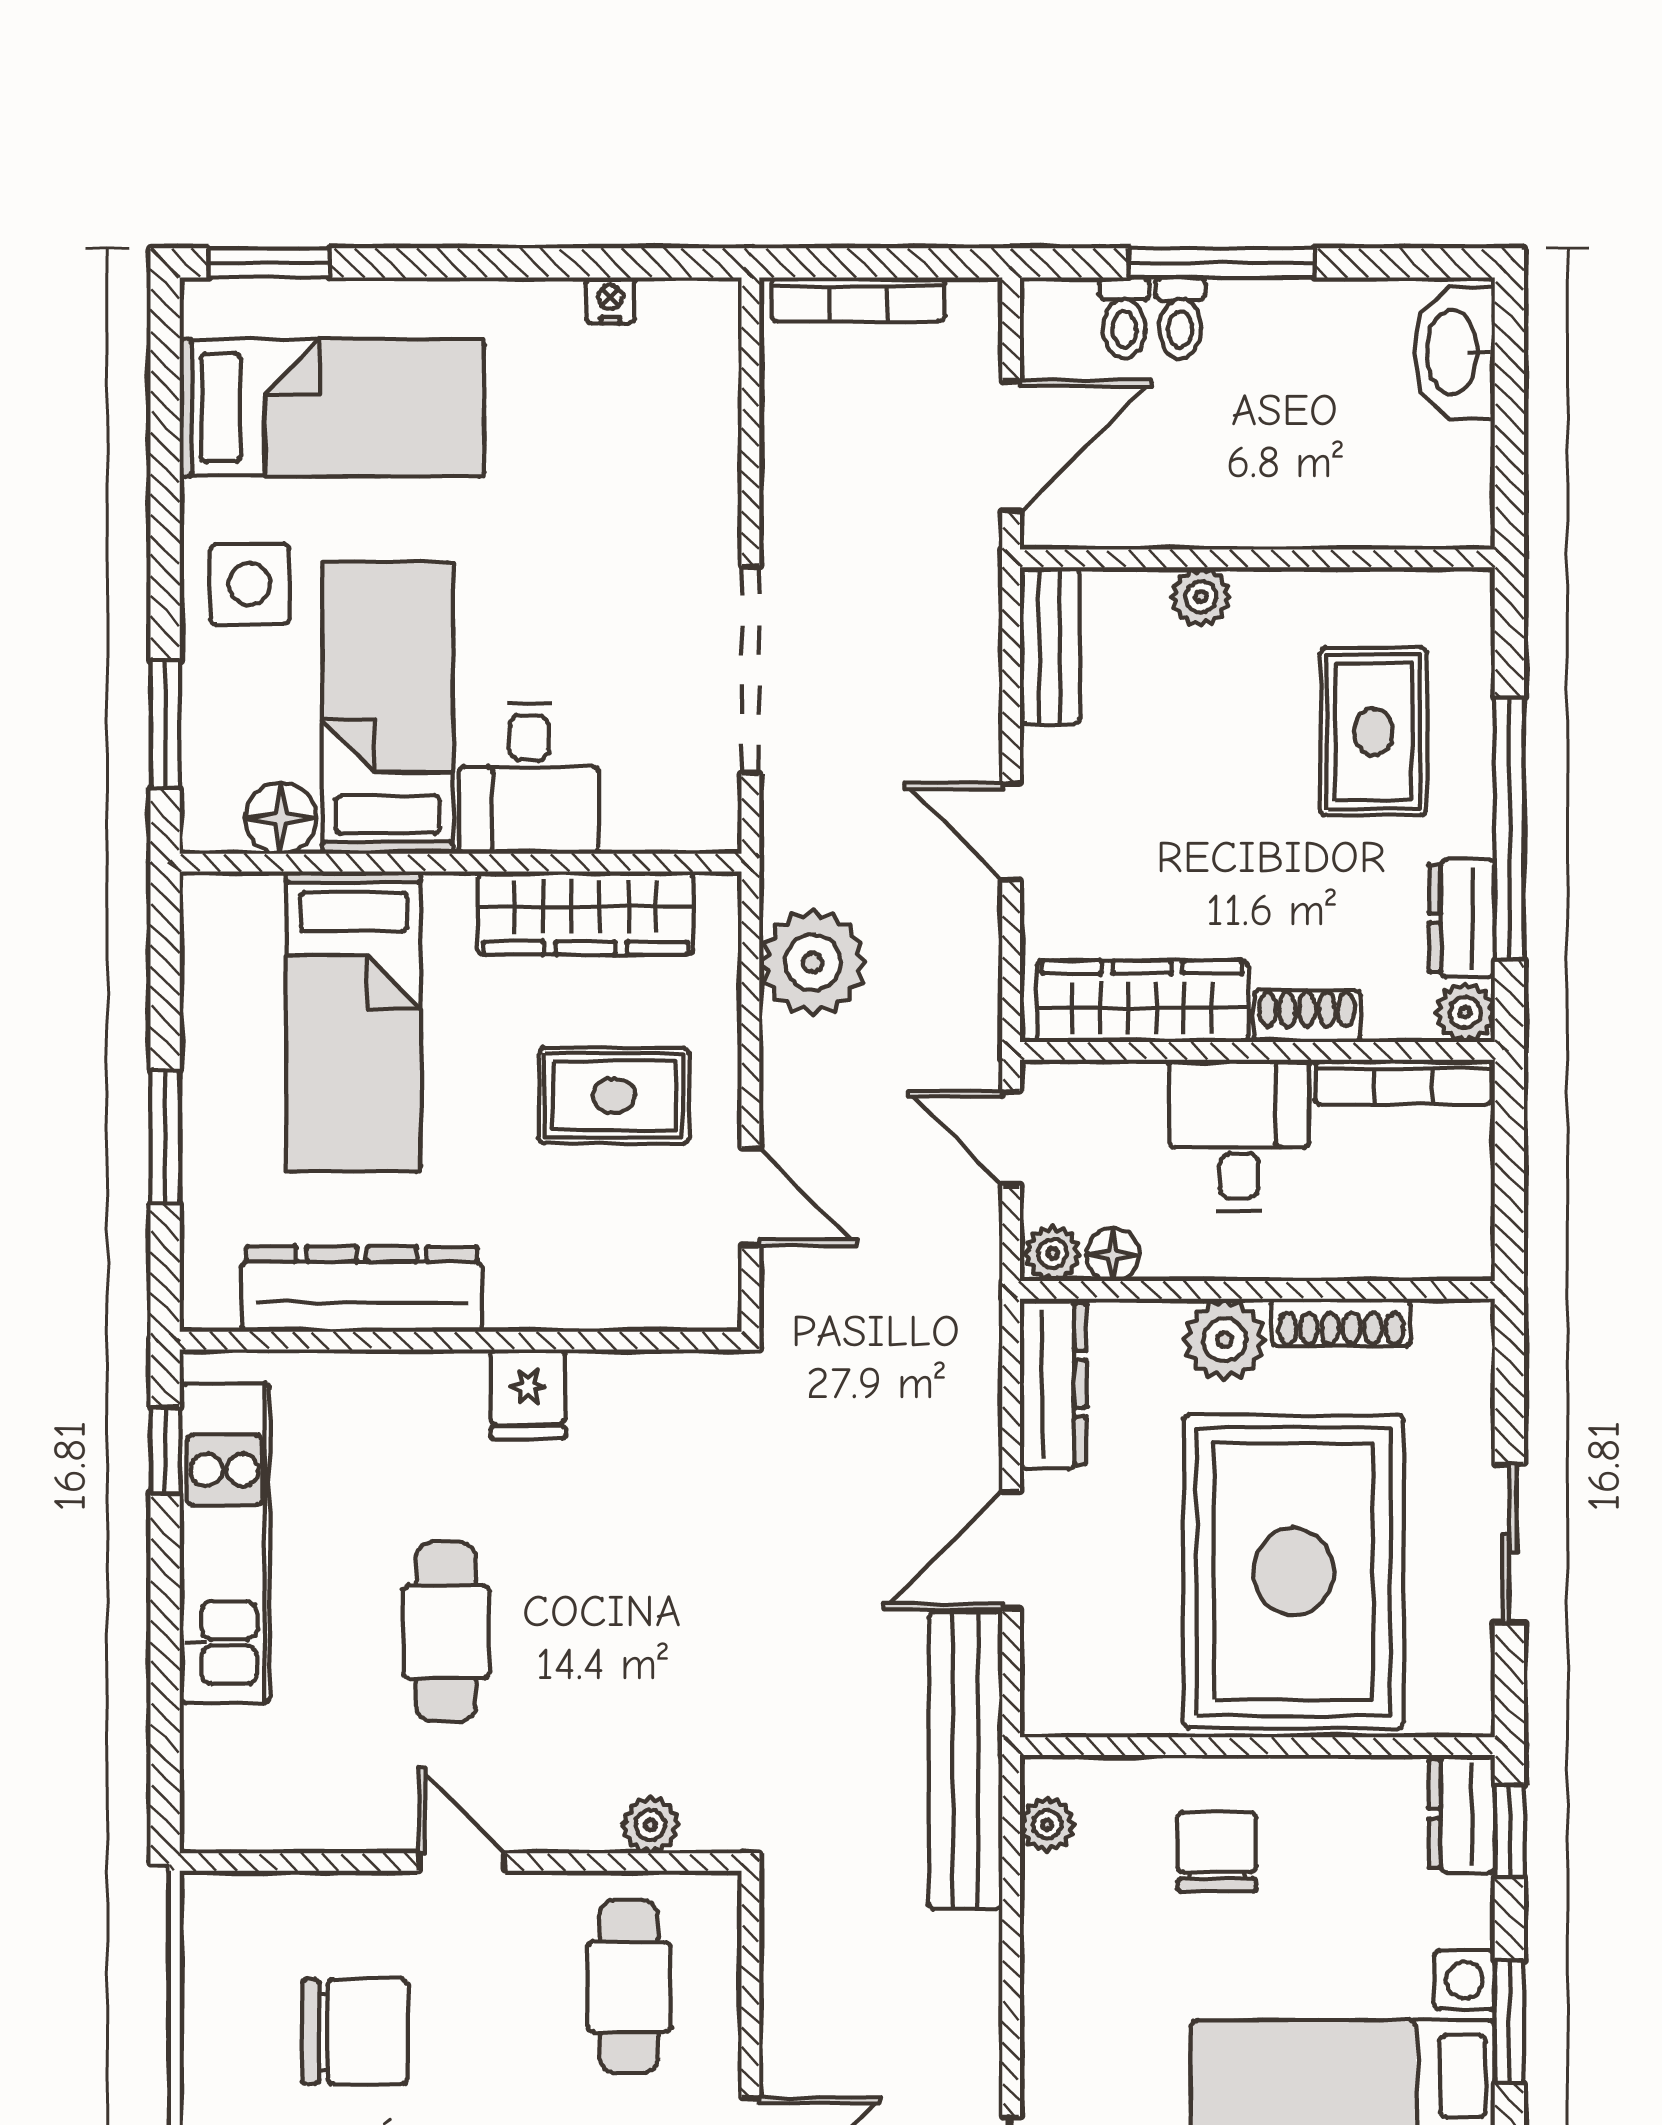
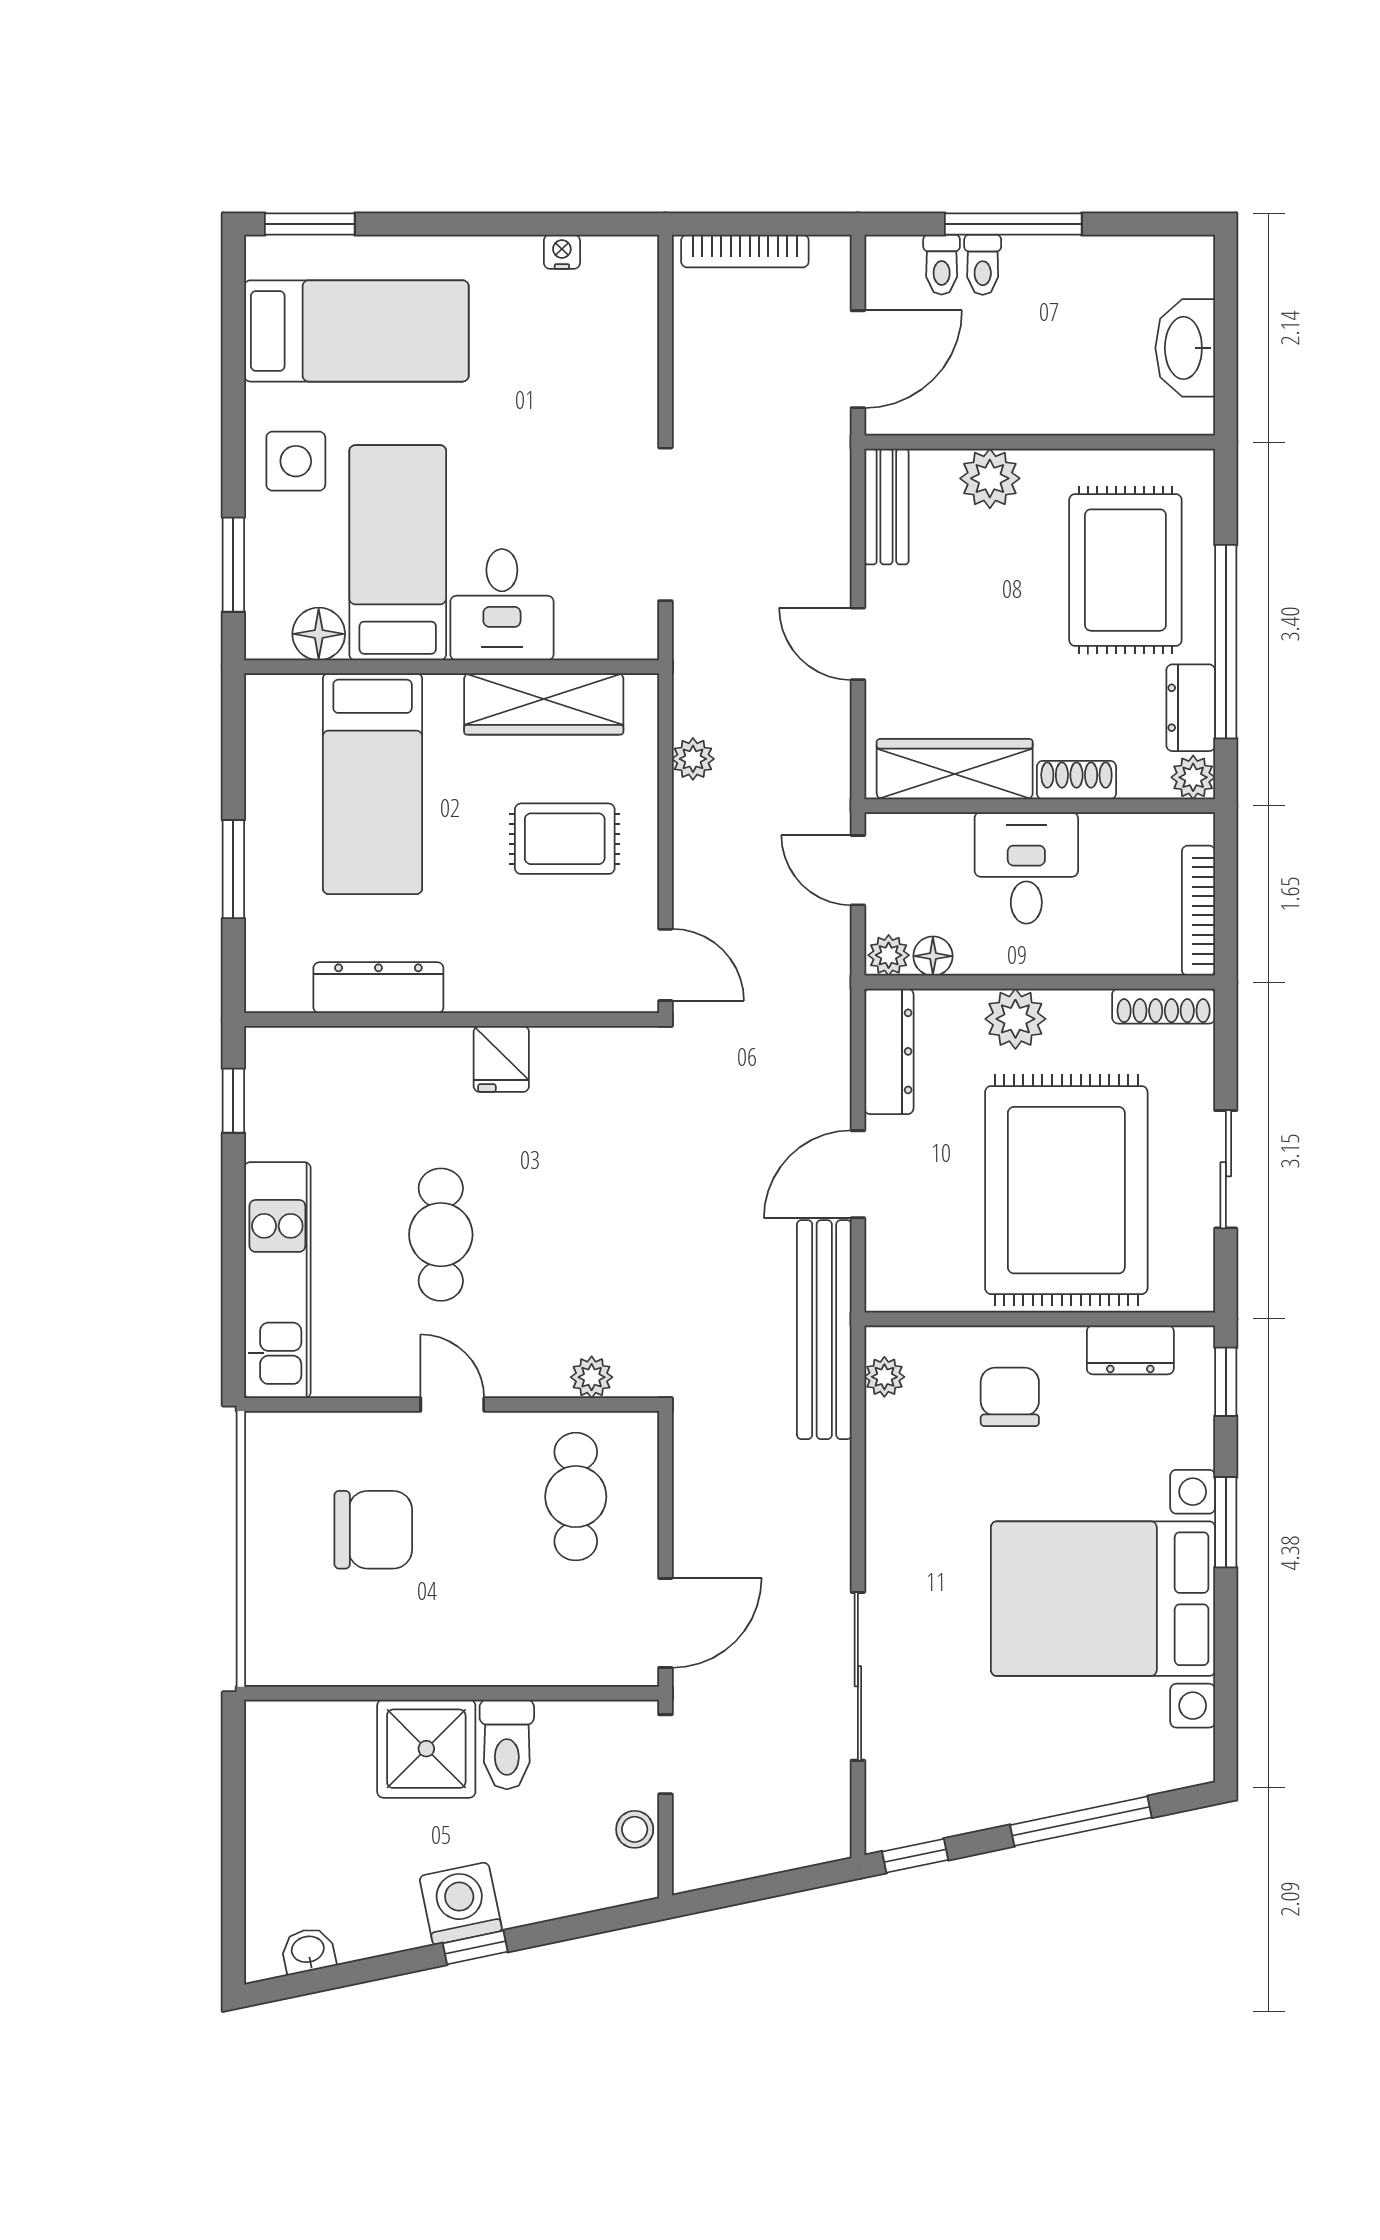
washbasin: (1454, 352) -> (1185, 348), moved
plant: (1201, 597) -> (990, 478), width x1.38, depth x1.38
rug: (1374, 732) -> (1125, 570), width x1.36, depth x1.43
plant: (813, 962) -> (693, 759), width x0.53, depth x0.53
bookcase: (1403, 1082) -> (1198, 911), moved, turned 90
door: (750, 1197) -> (665, 965), moved
dresser: (362, 1289) -> (378, 988), width x0.73, depth x0.80
shoe rack: (1341, 1322) -> (1164, 1006), moved
kitchen unit: (225, 1543) -> (277, 1280), moved
dresser: (1462, 1814) -> (1130, 1350), moved, turned -90

